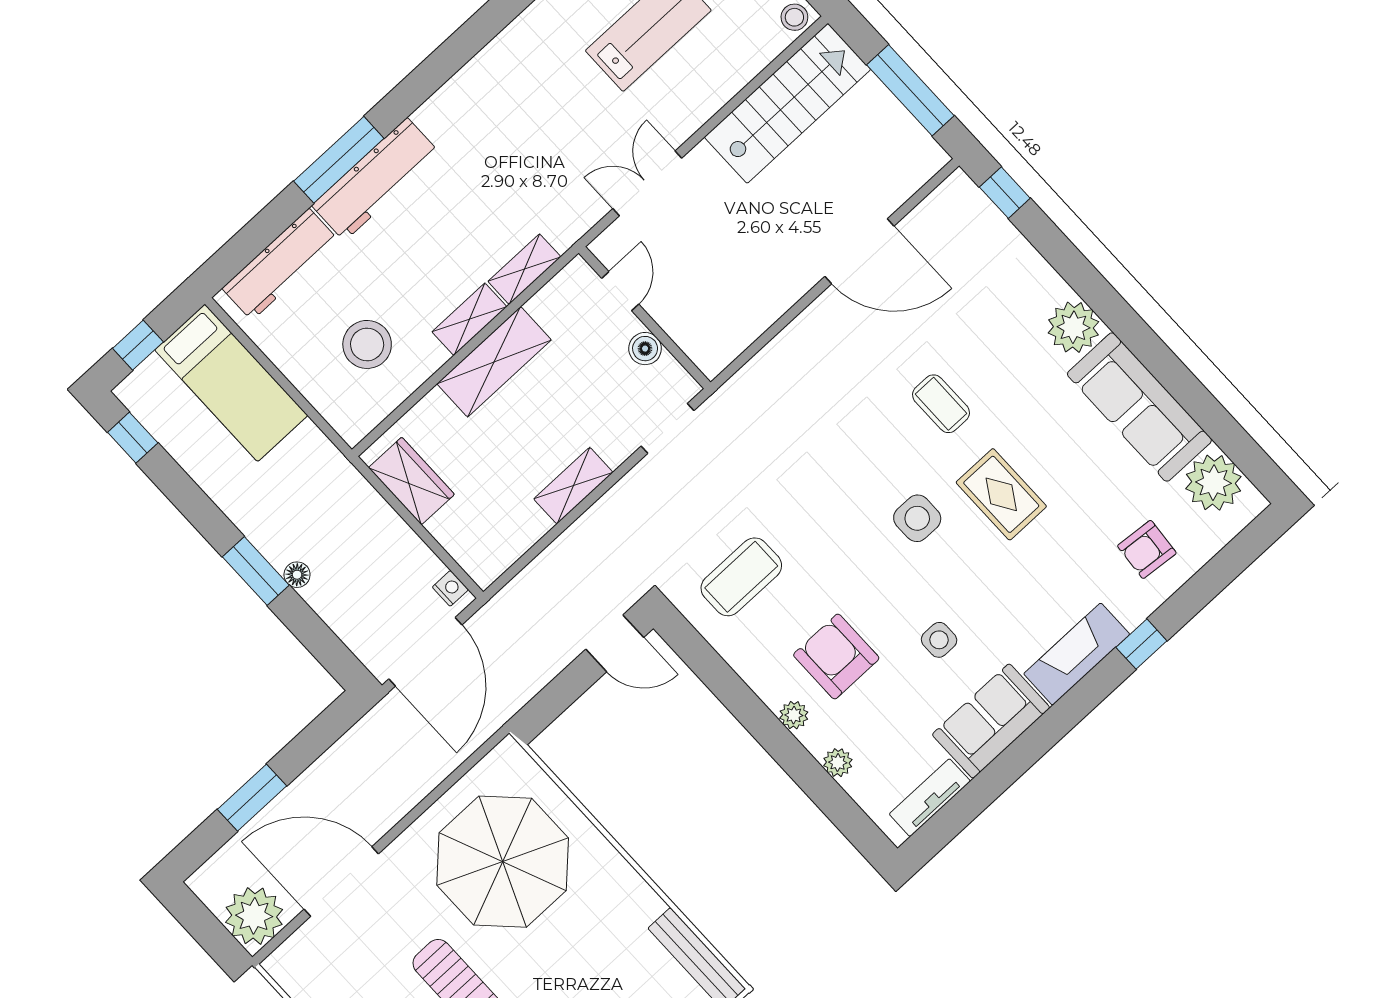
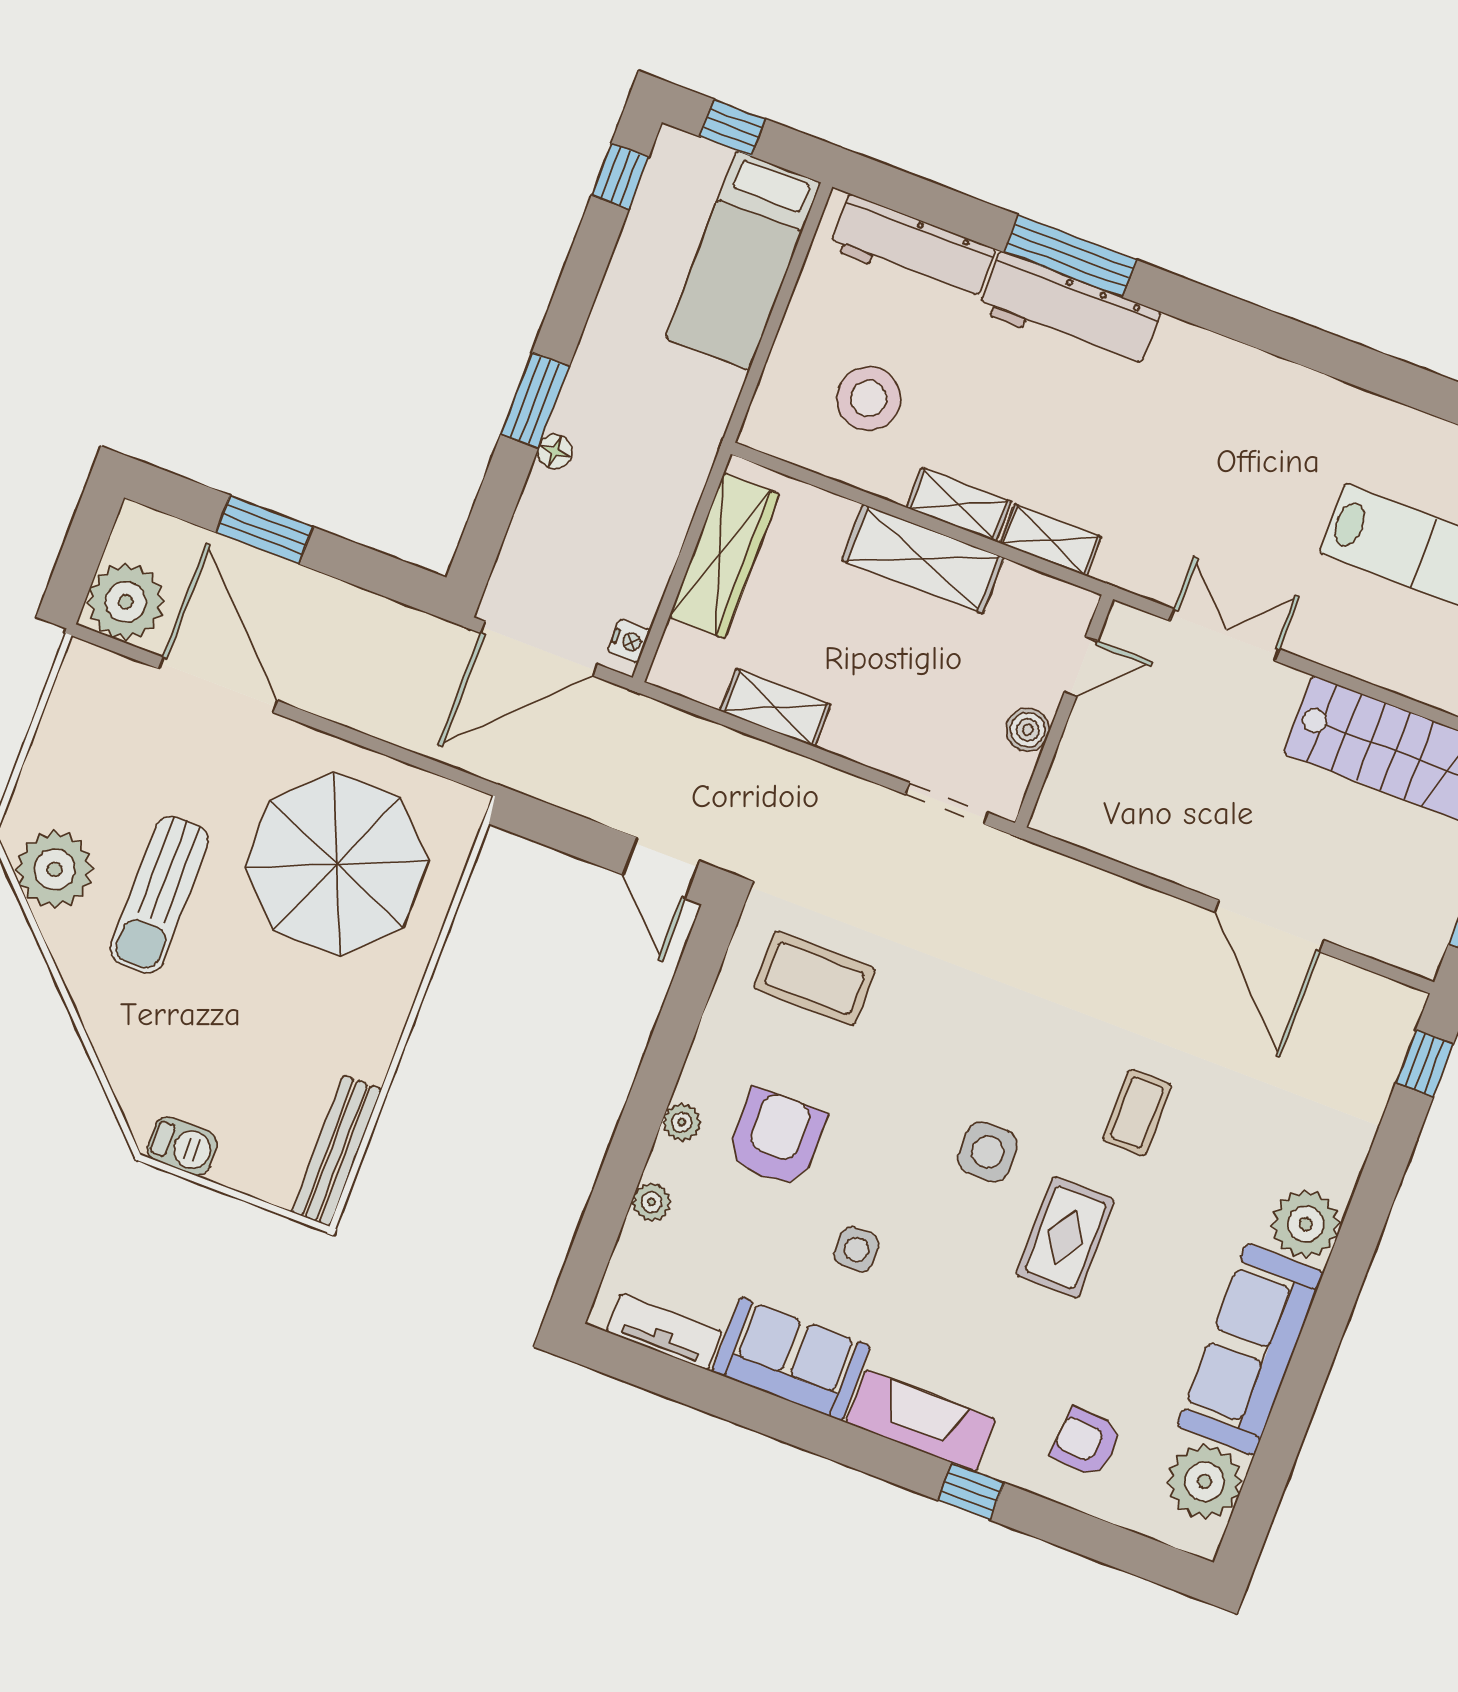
wardrobe: (411, 481) -> (724, 556), width x1.50
shelving: (573, 486) -> (775, 708), moved

